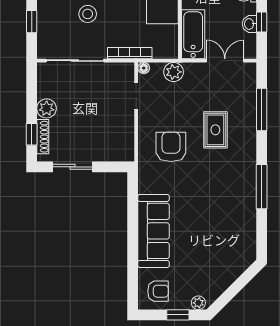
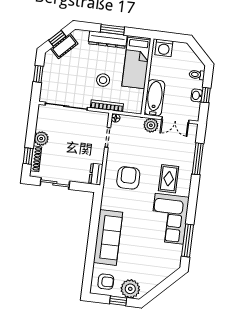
stool: (88, 14) -> (103, 80), moved
double door: (225, 61) -> (175, 120), swing flipped
plant: (174, 72) -> (151, 125), moved
rug: (215, 130) -> (169, 179), moved
dresser: (126, 147) -> (96, 174), added
window: (262, 187) -> (188, 241), moved
corner sofa: (233, 195) -> (169, 219), added
plant: (198, 303) -> (130, 289), width x1.87, depth x1.87

